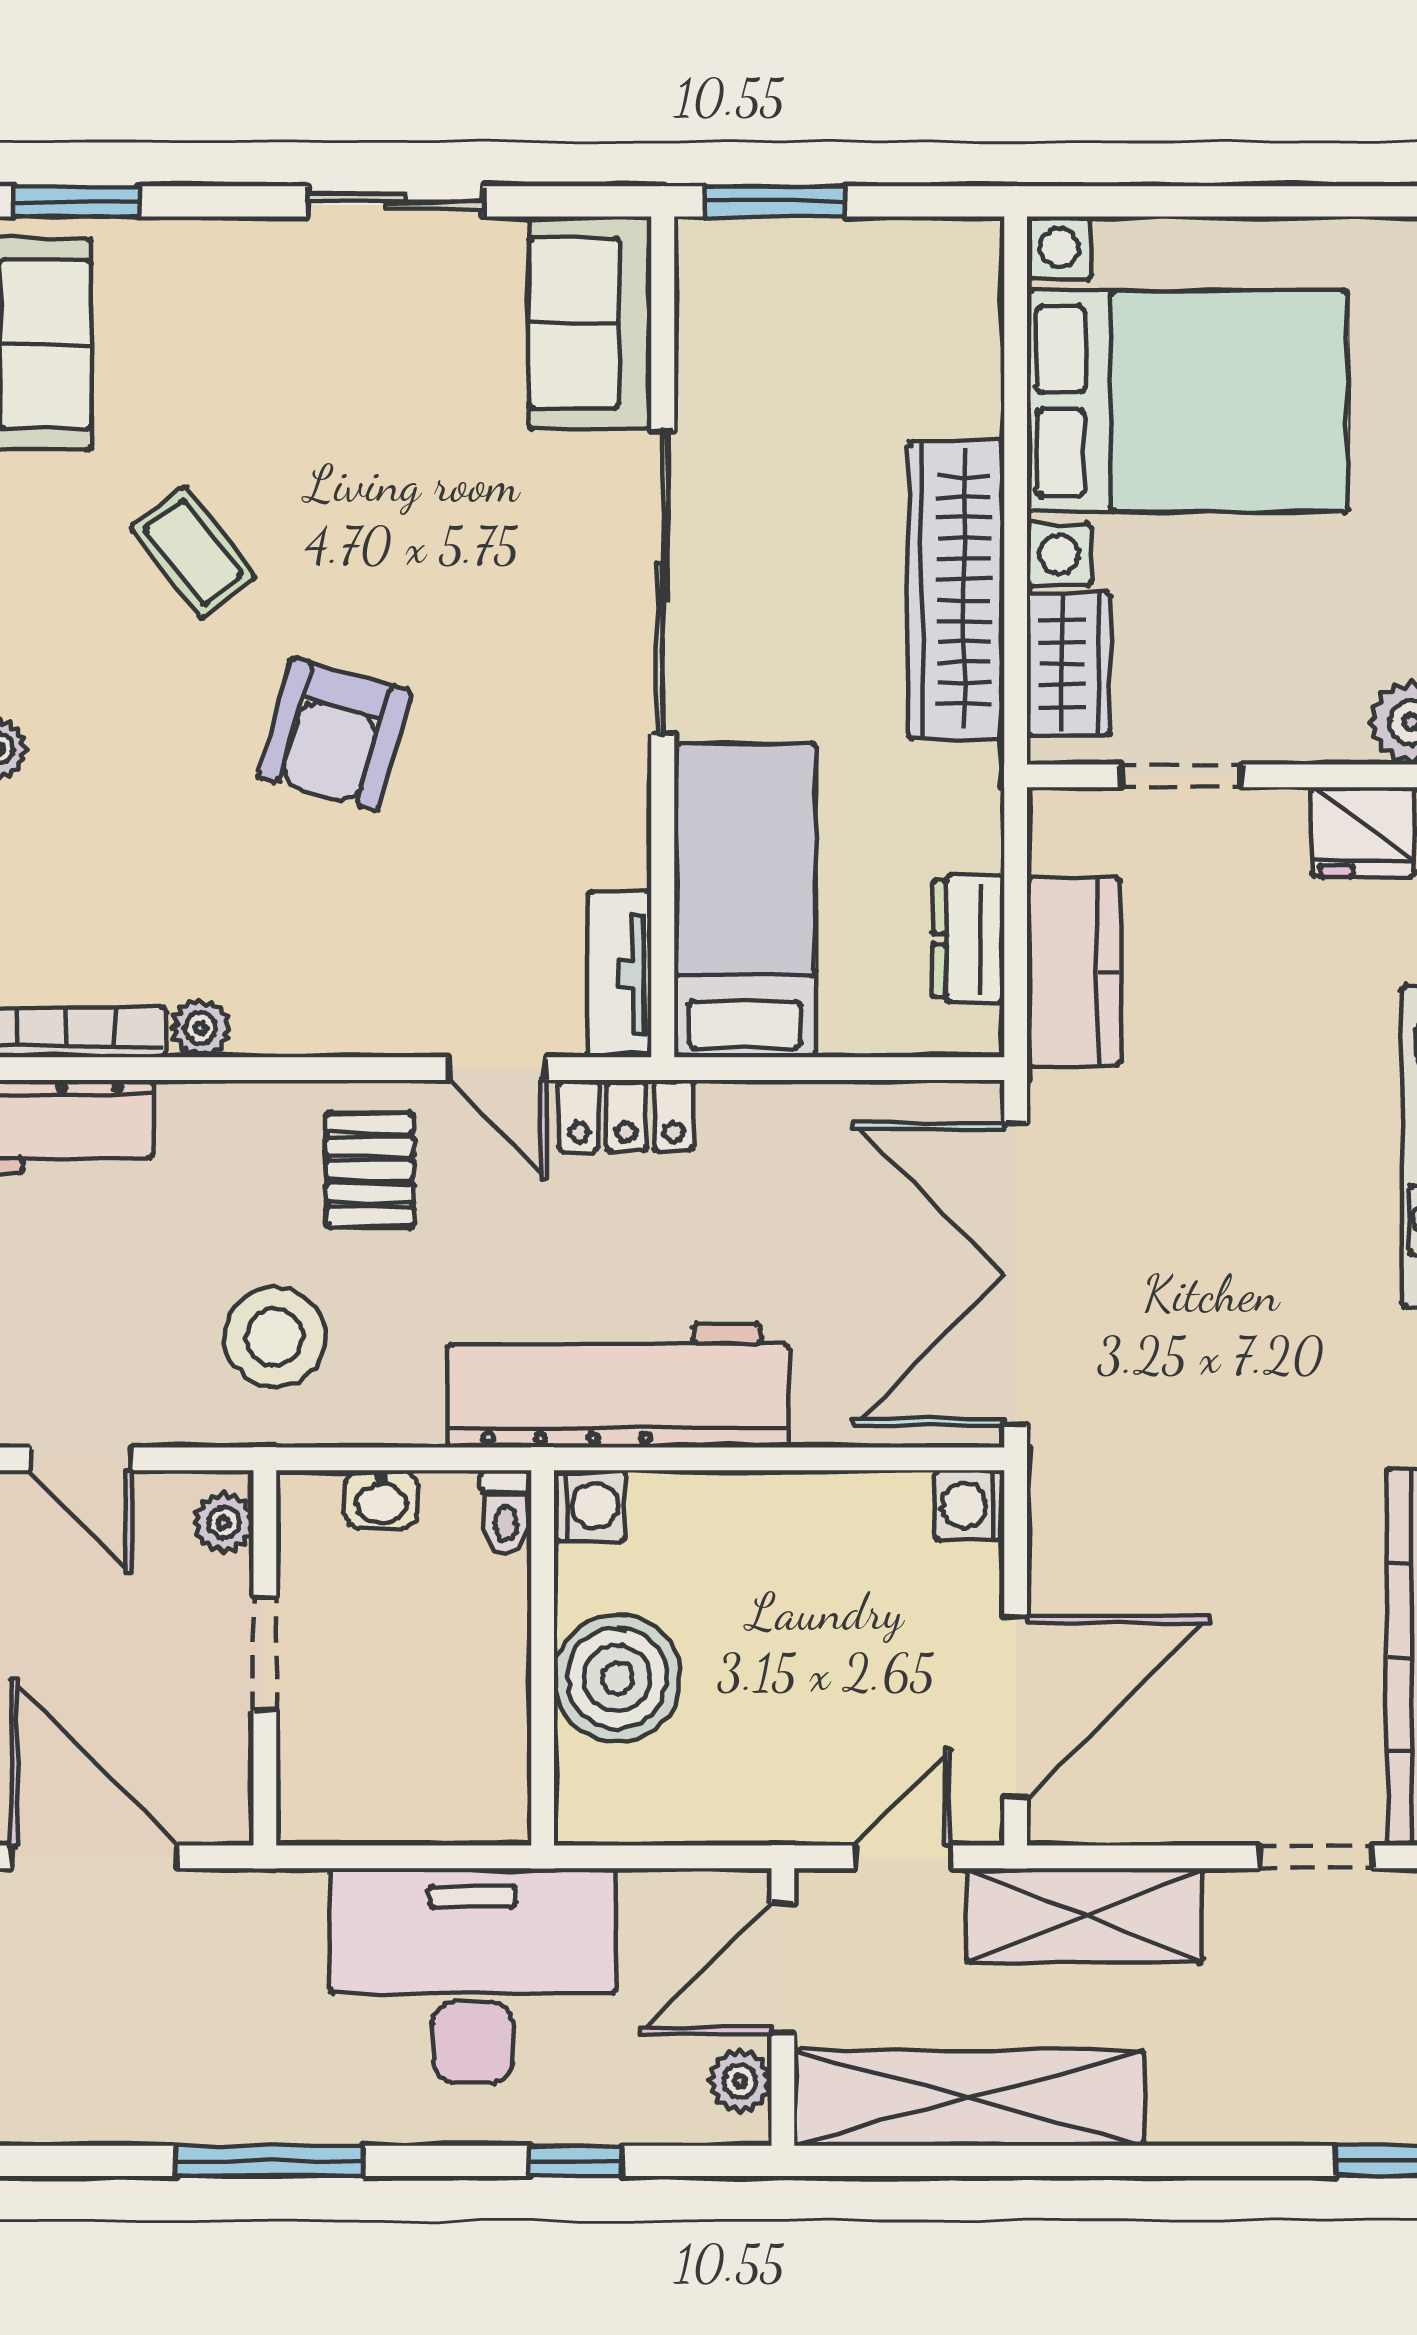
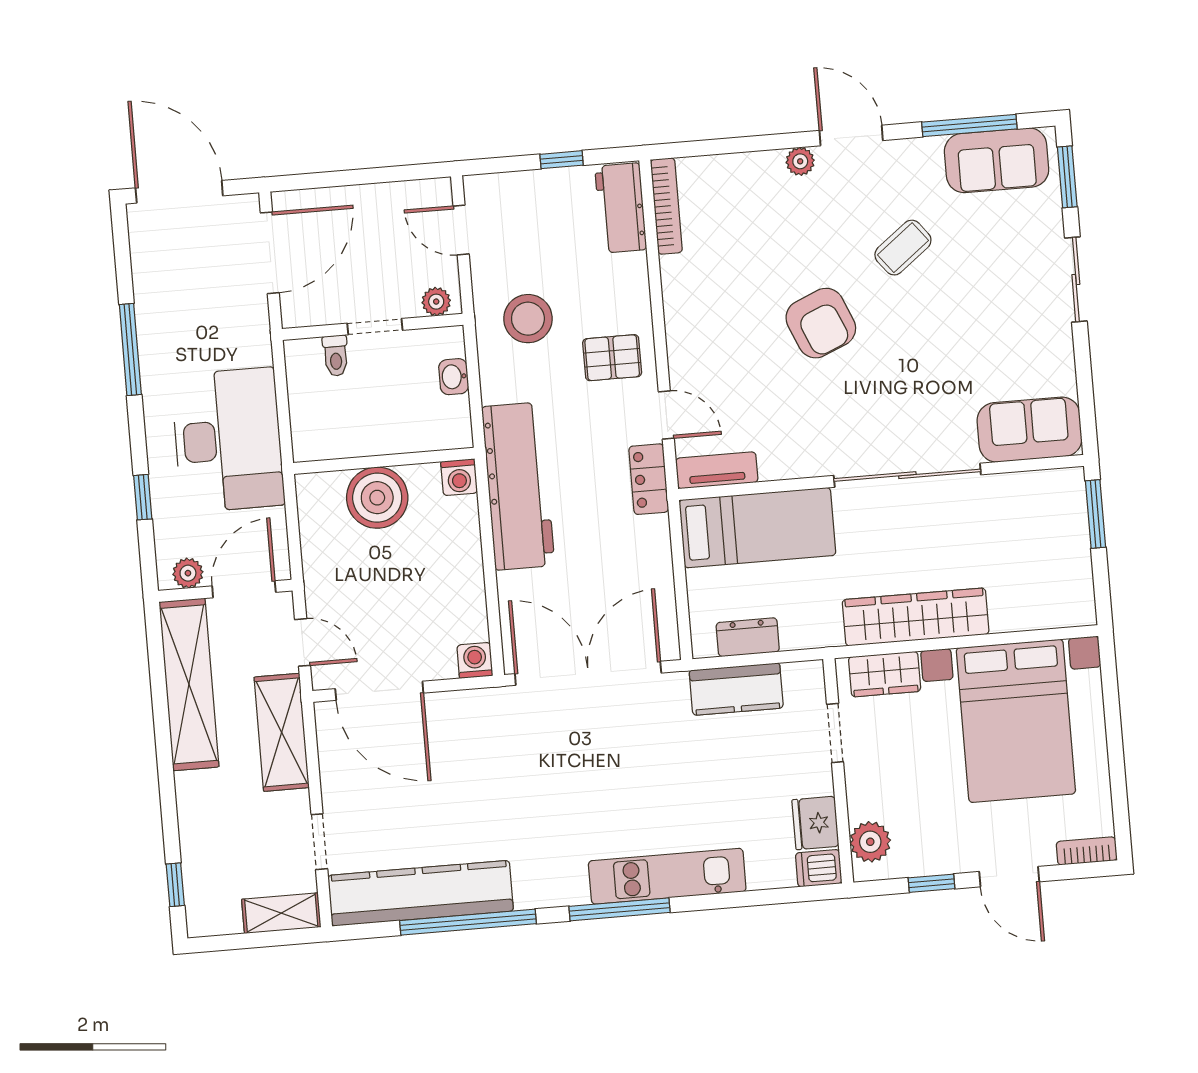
sliding door: (395, 201) -> (1076, 279), moved
armchair: (334, 734) -> (821, 323), turned -129
plant: (200, 1028) -> (674, 270), removed
door: (497, 1069) -> (666, 415), swing flipped
door: (81, 1459) -> (461, 230), hinge flipped
toilet: (506, 1512) -> (336, 356), moved, turned -90
door: (783, 1968) -> (244, 589), hinge flipped

